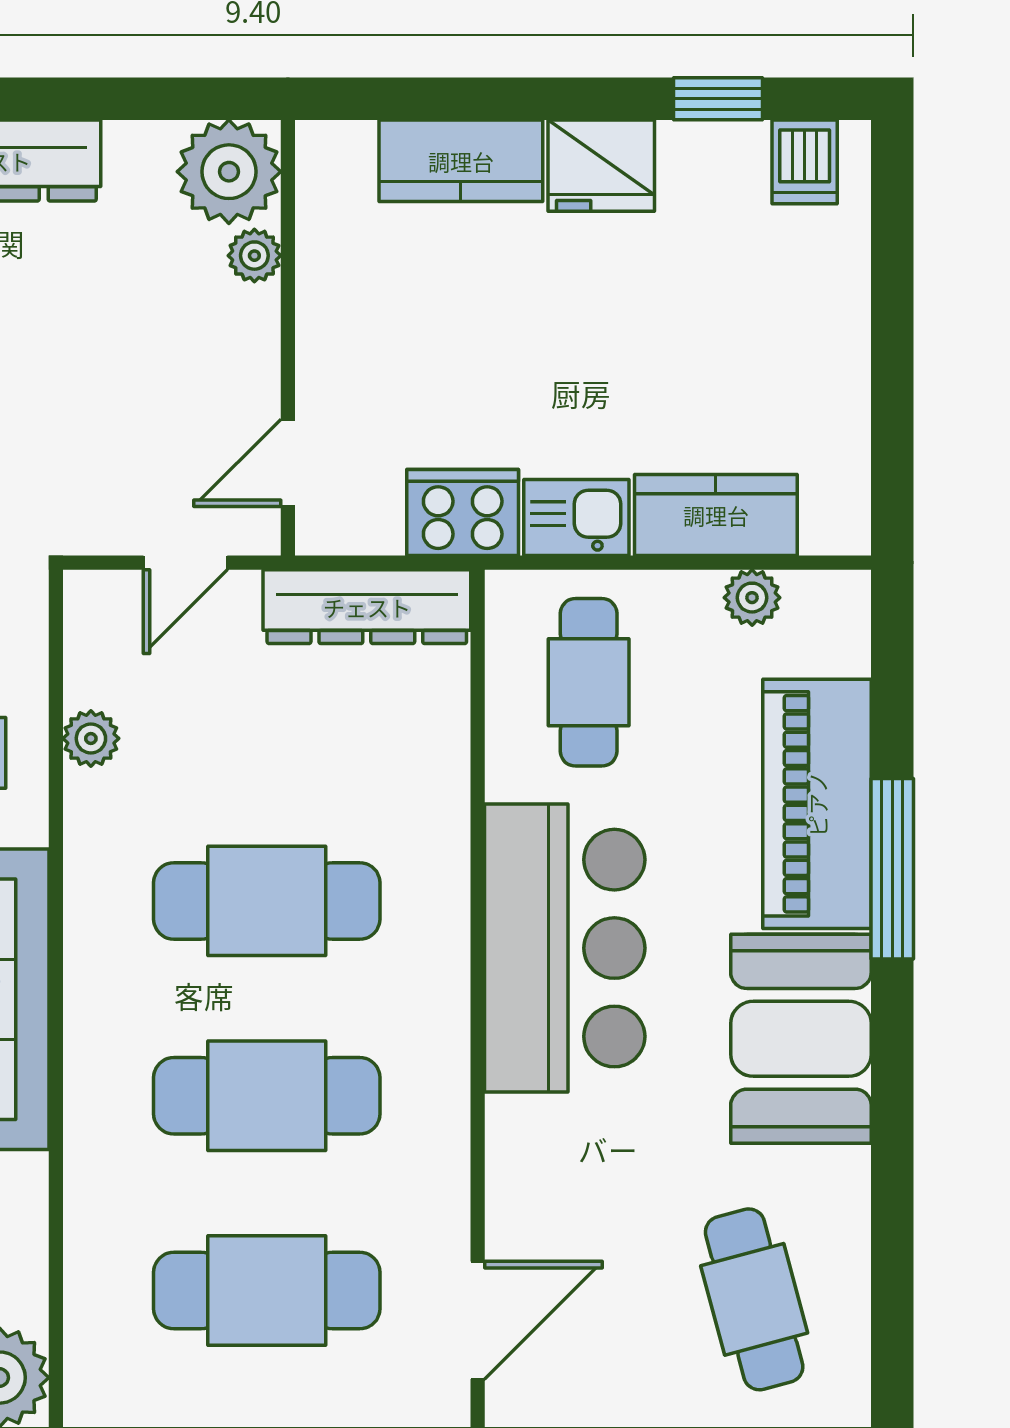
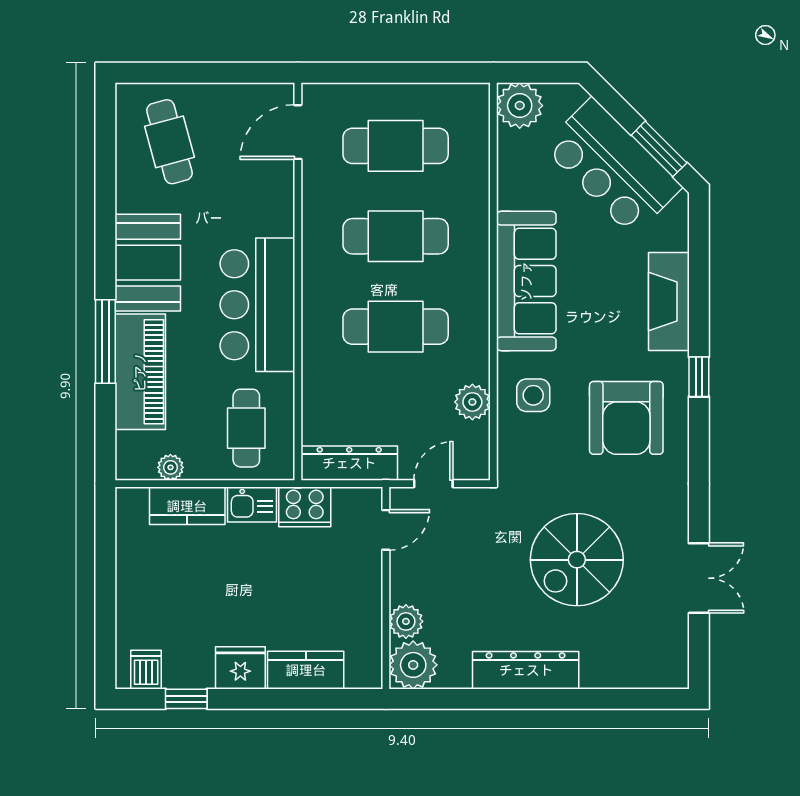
plant: (254, 256) -> (406, 621), width x1.38, depth x1.38
plant: (91, 738) -> (472, 402), width x1.38, depth x1.38

